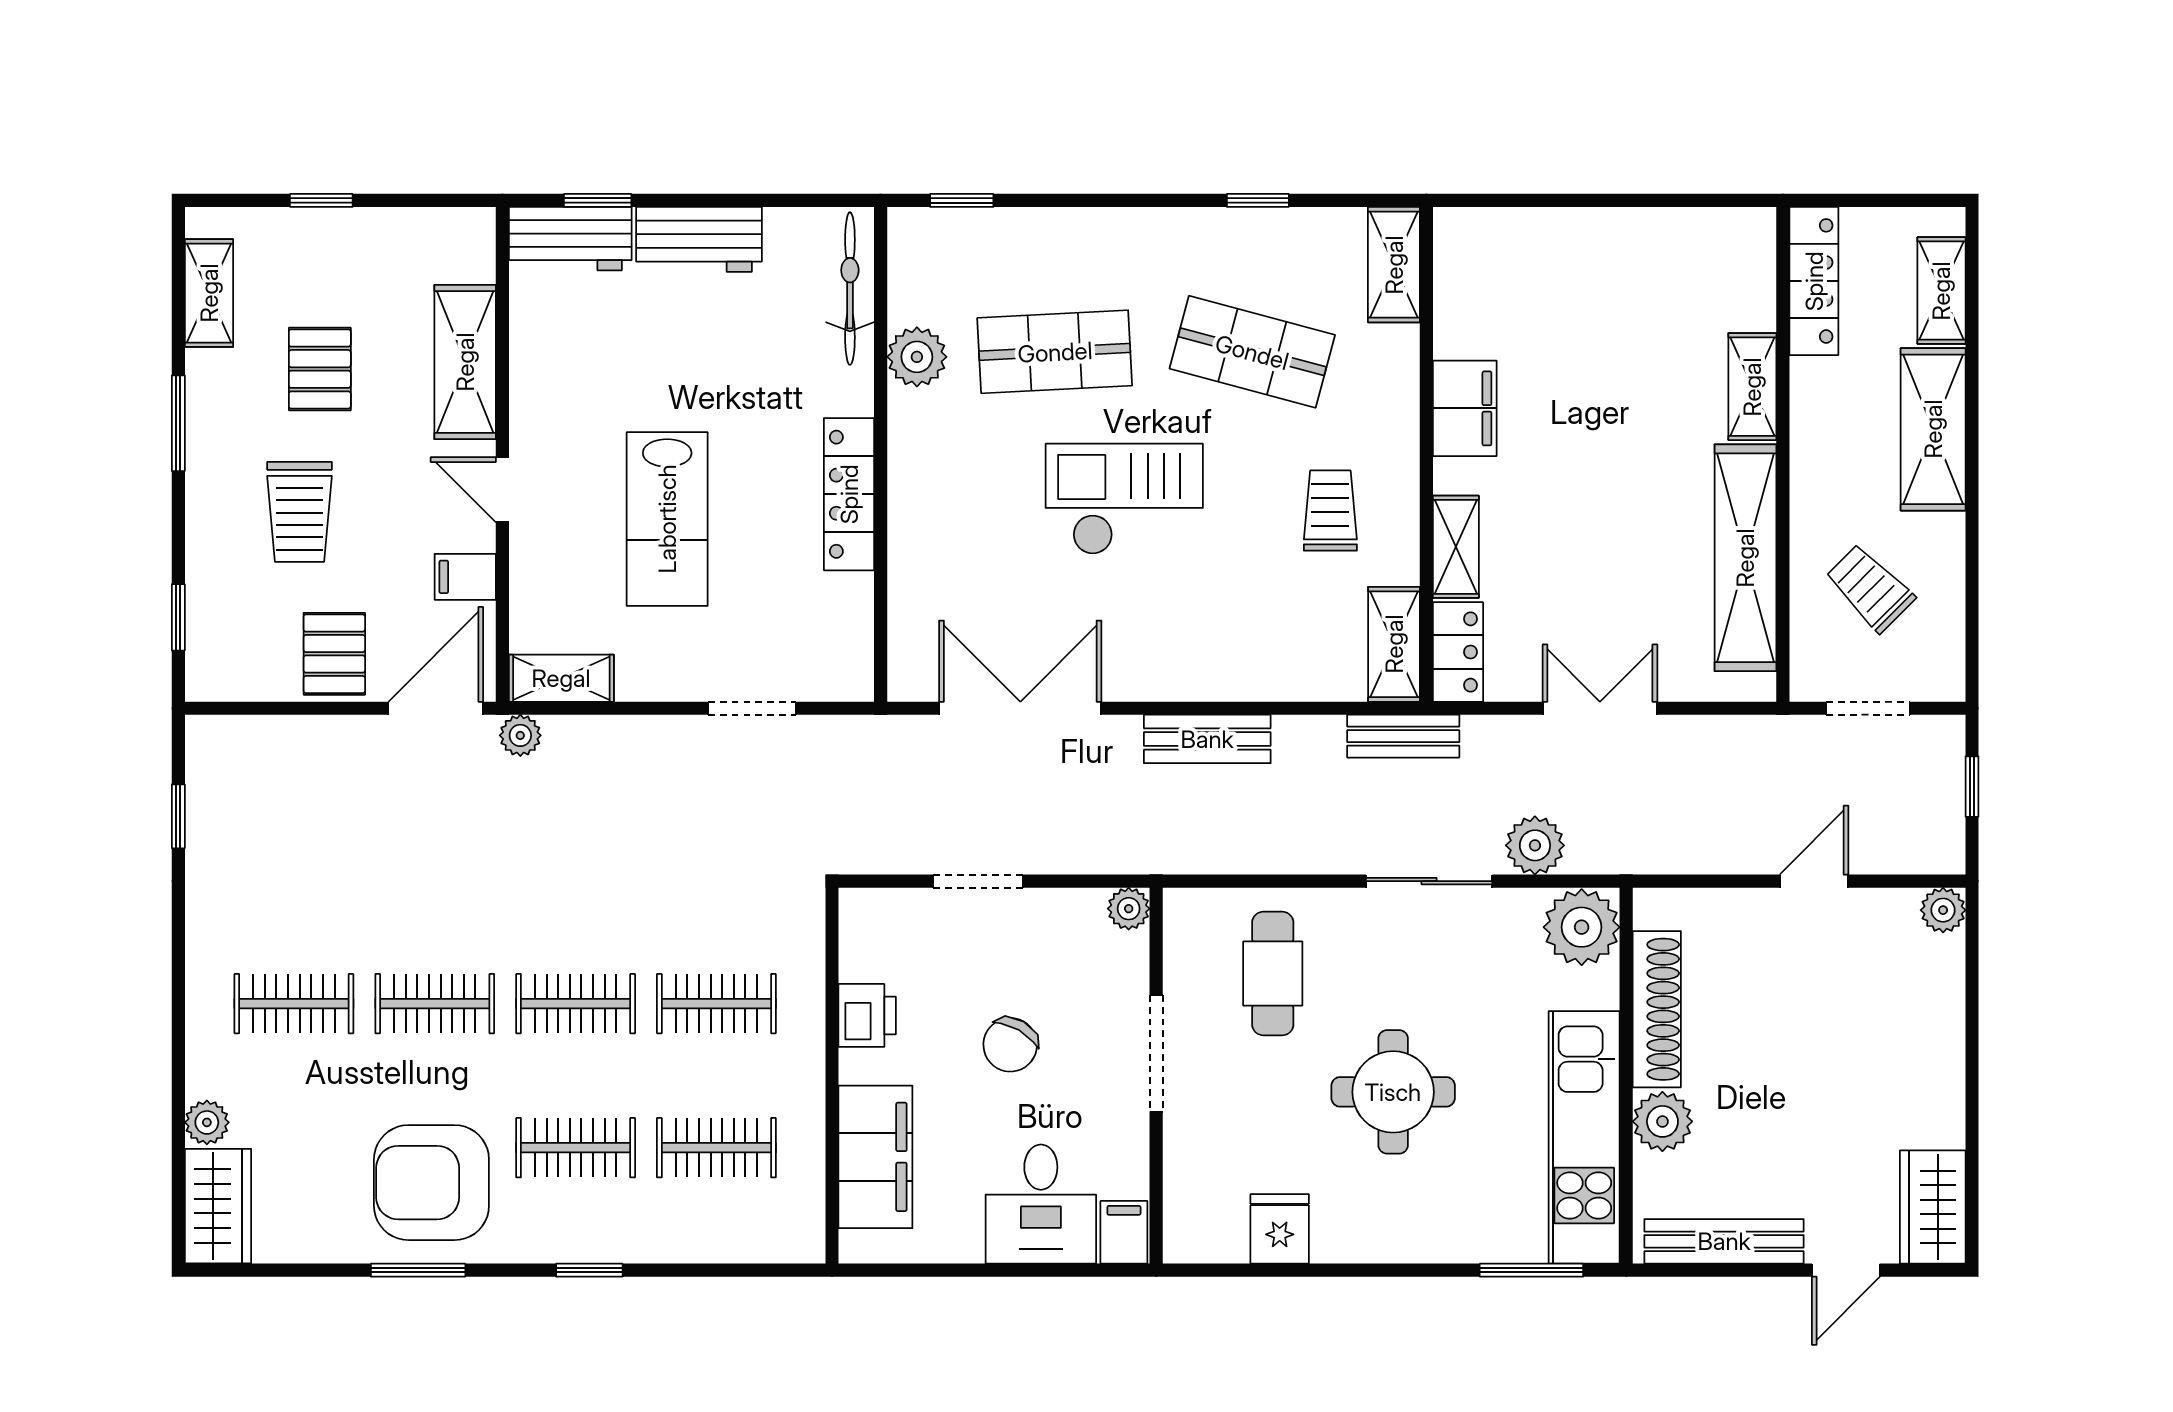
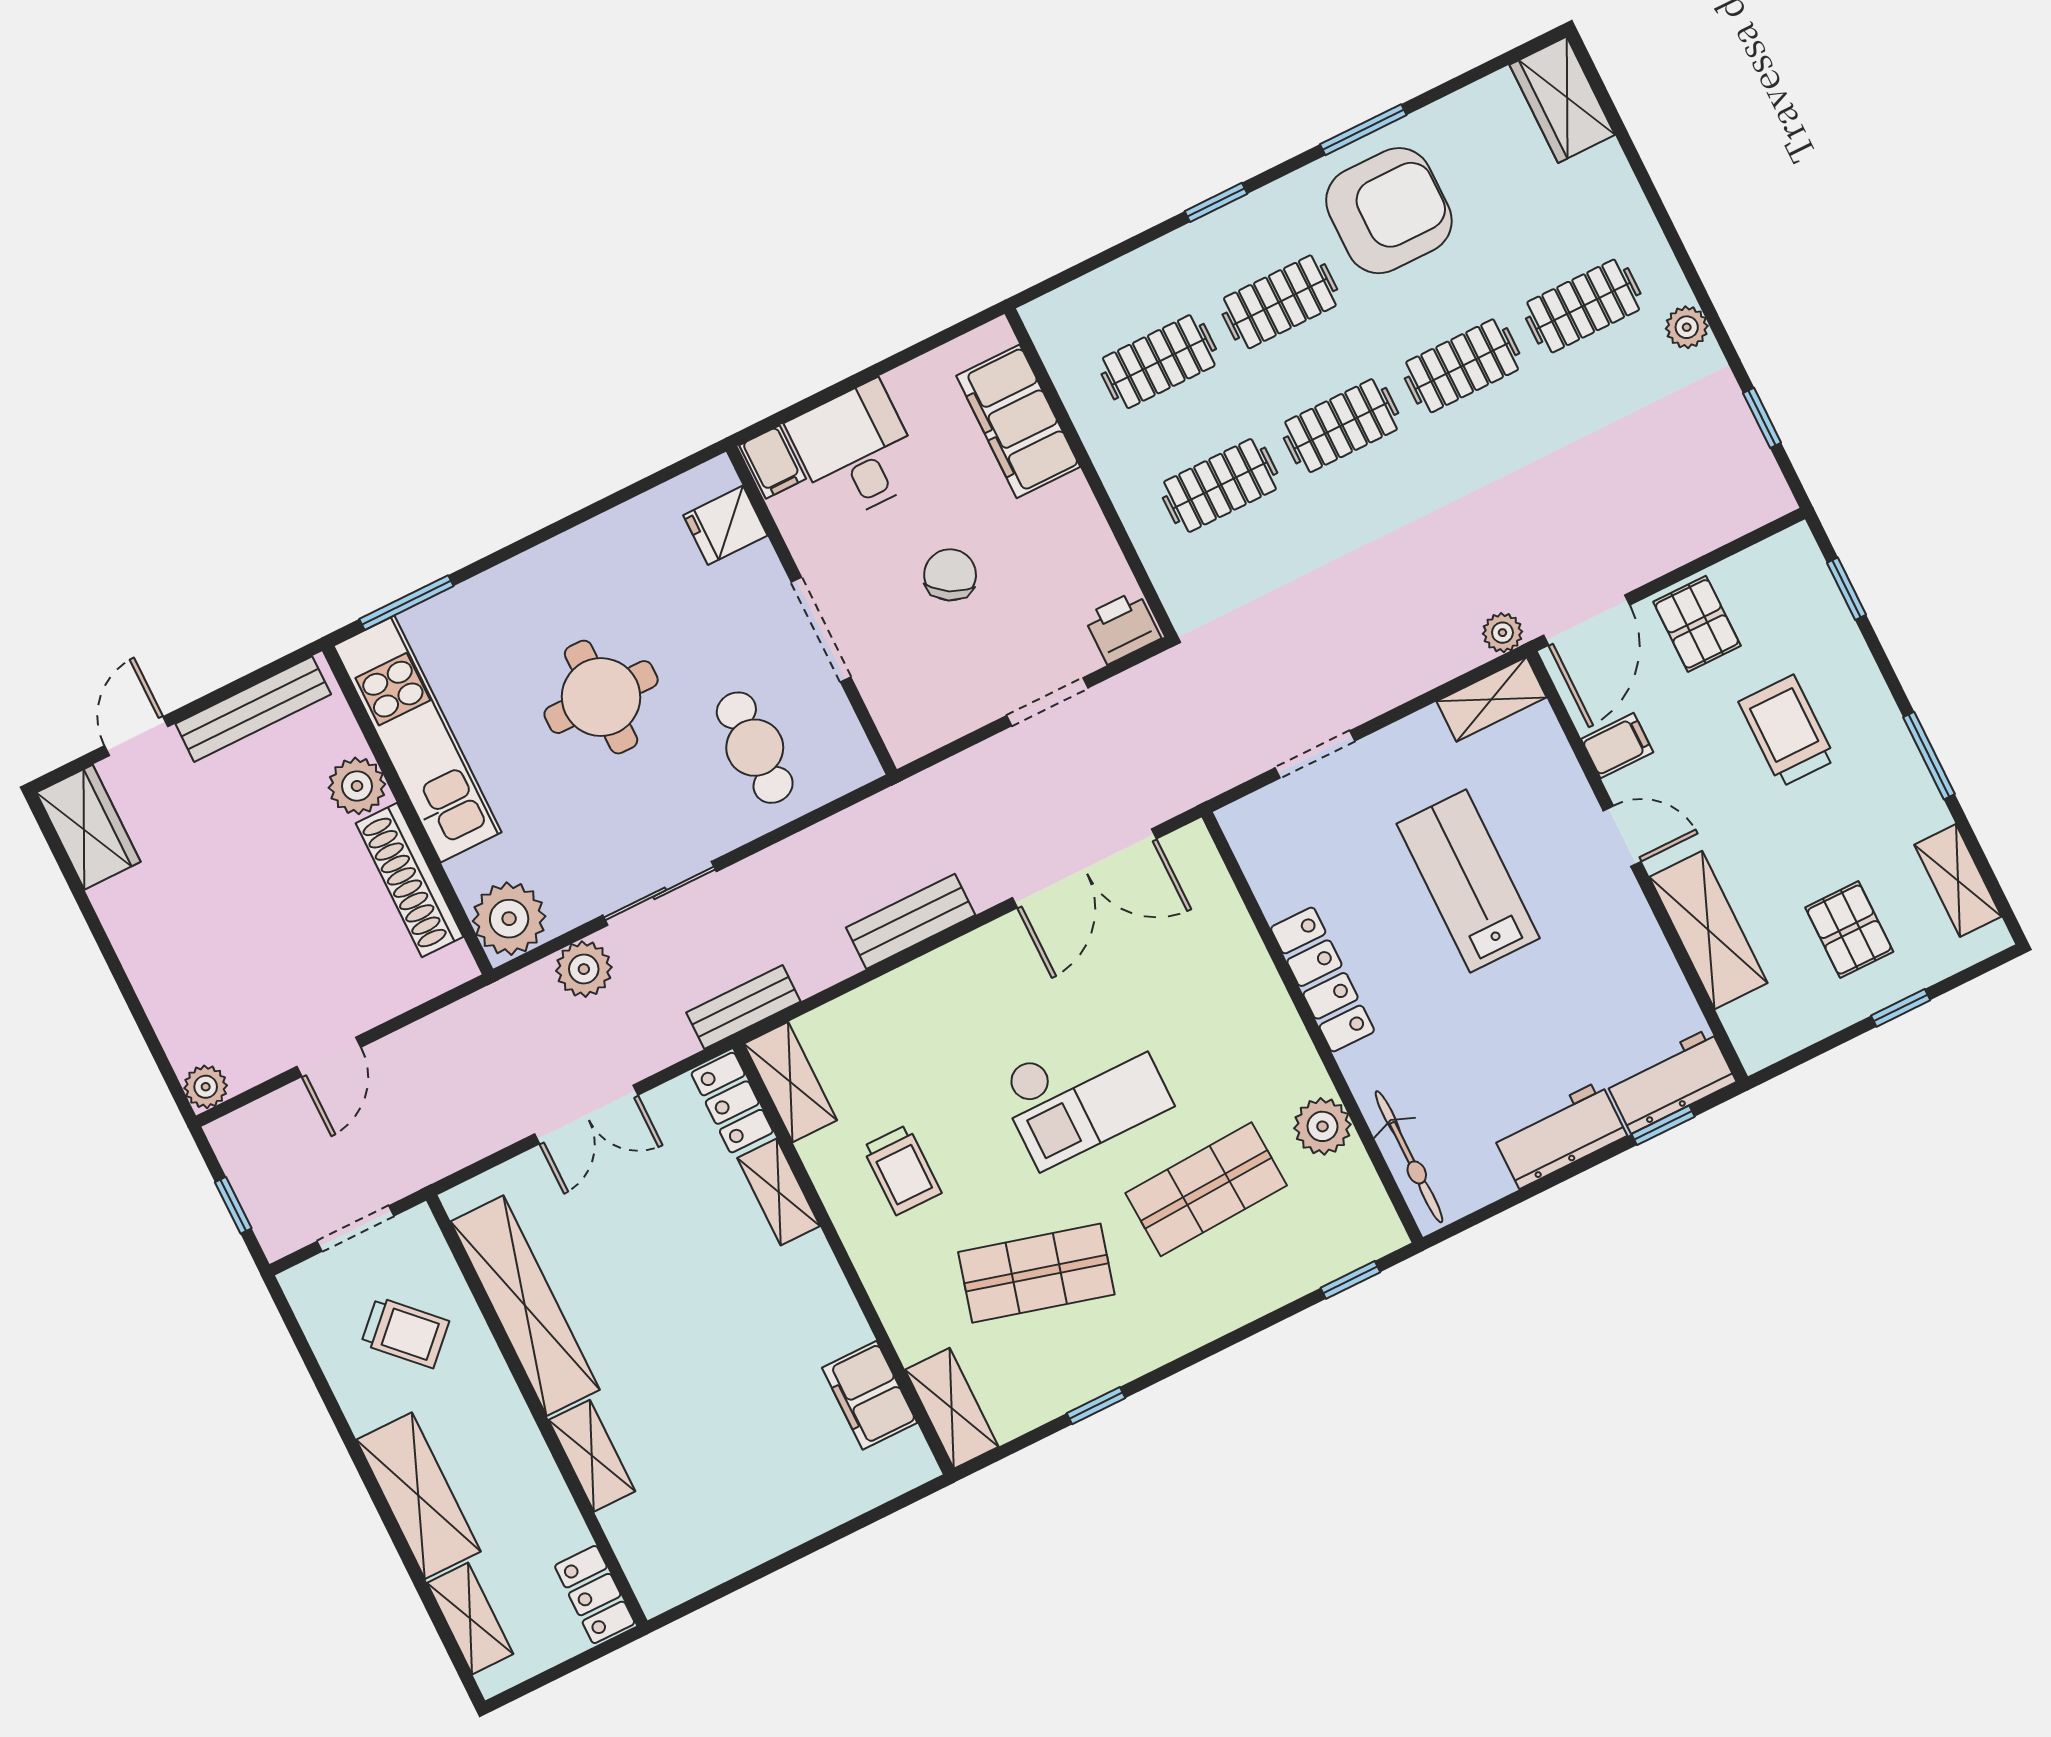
locker: (1814, 281) -> (595, 1595), width x0.66
pallet: (320, 369) -> (1849, 930), moved
filing cabinet: (1465, 408) -> (870, 1395), moved
plant: (1129, 909) -> (906, 742), removed
printer: (867, 1015) -> (1122, 627), moved, turned 90
plant: (207, 1122) -> (1687, 327), moved
fridge: (1280, 1229) -> (725, 525), moved, turned 90

